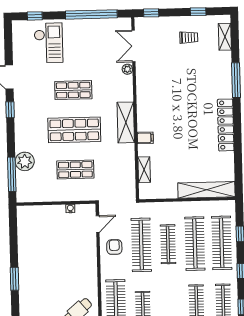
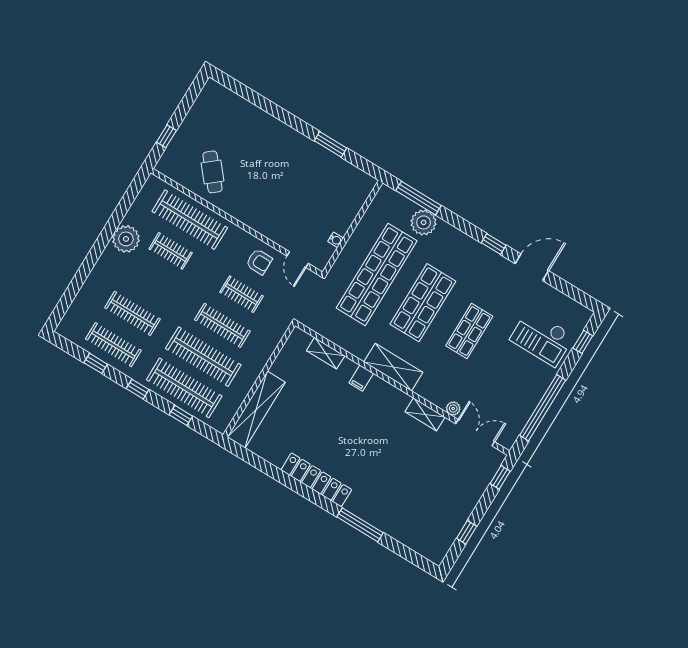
shelving: (225, 37) -> (425, 414), moved
trolley: (189, 38) -> (444, 502), removed
shop shelf: (75, 170) -> (377, 274), width x2.00, depth x1.36
clothes rail: (141, 245) -> (241, 294), width x0.54, depth x0.76
window: (14, 279) -> (330, 144), moved

